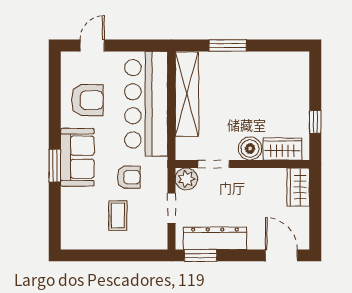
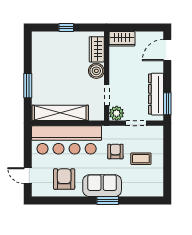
window: (315, 122) -> (66, 28), moved

